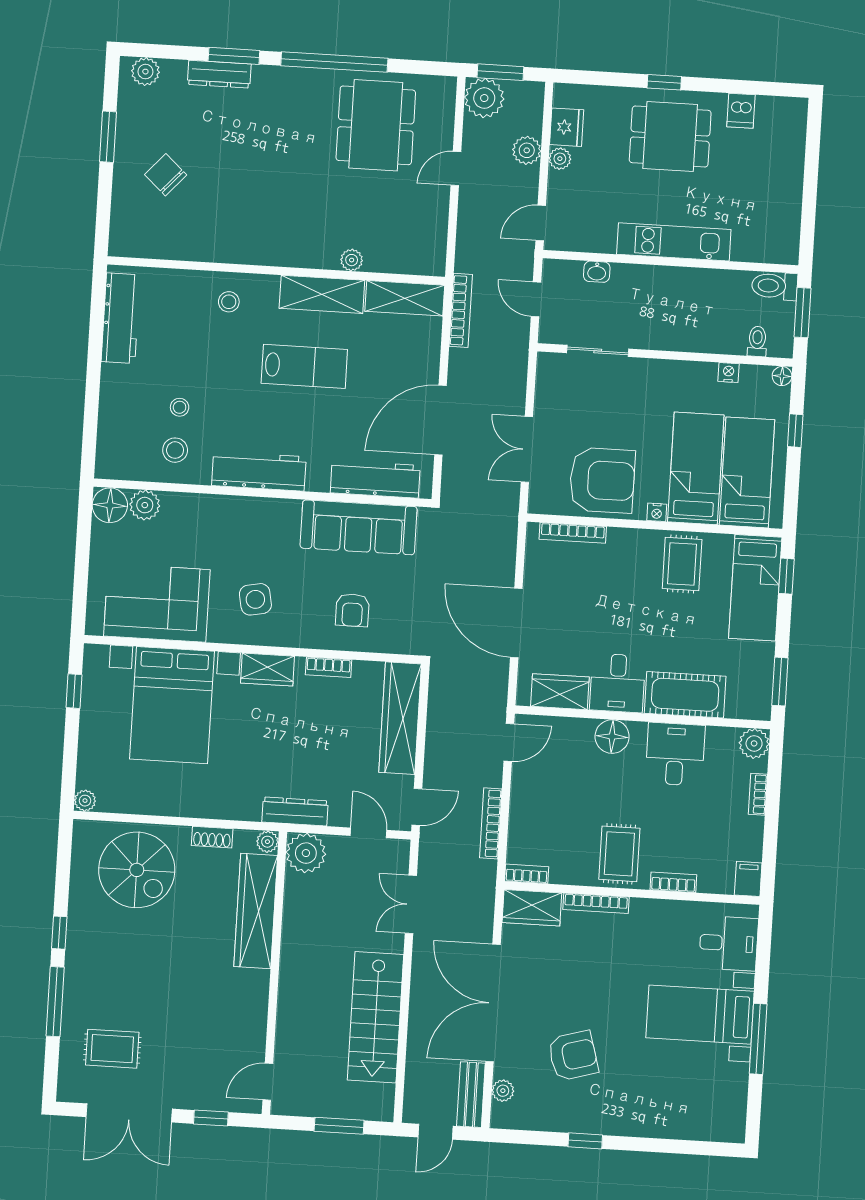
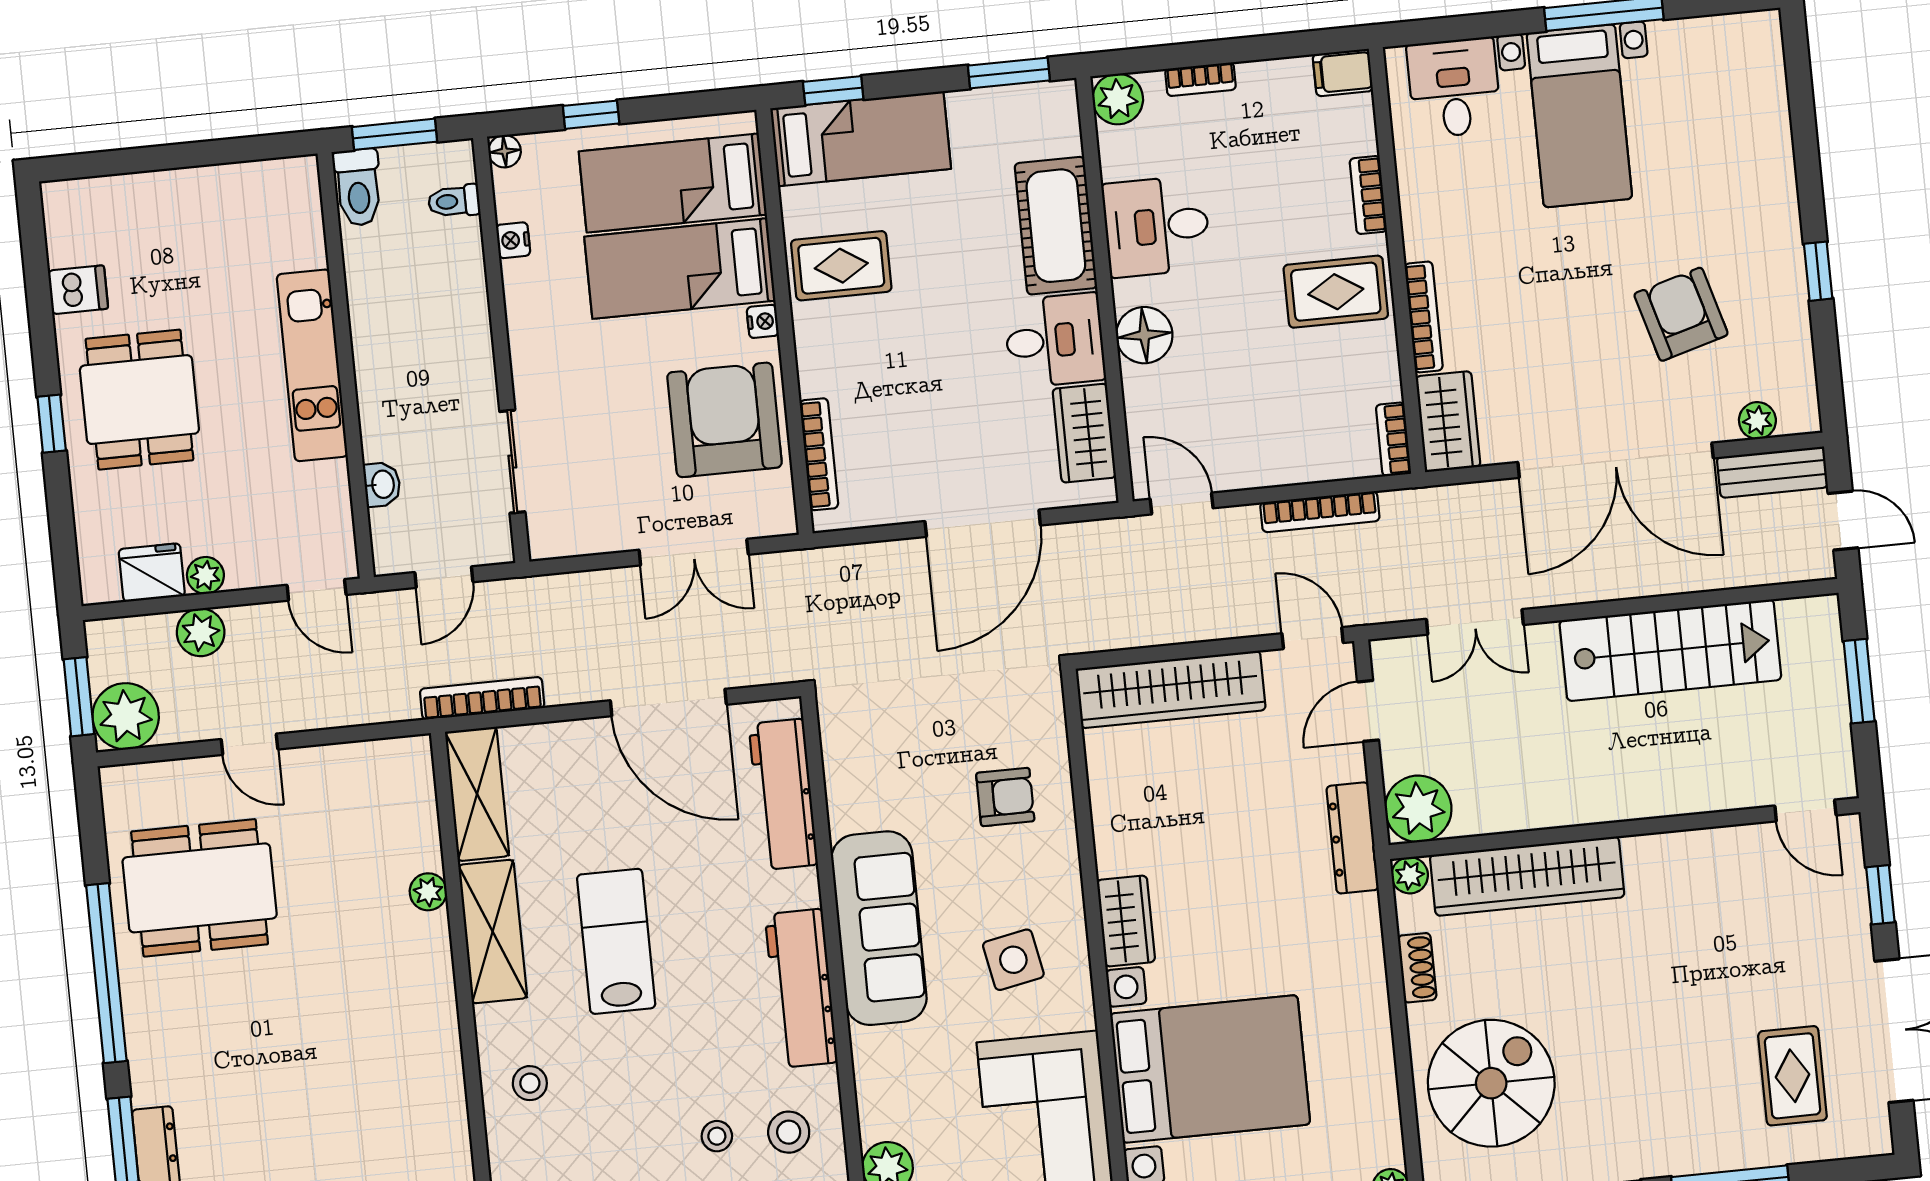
sofa: (359, 527) -> (879, 928), moved
bookcase: (329, 667) -> (1106, 821), removed

